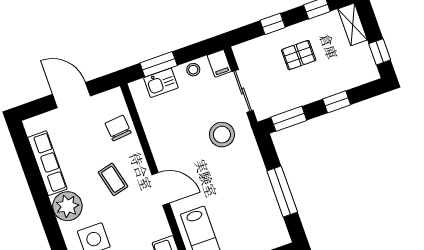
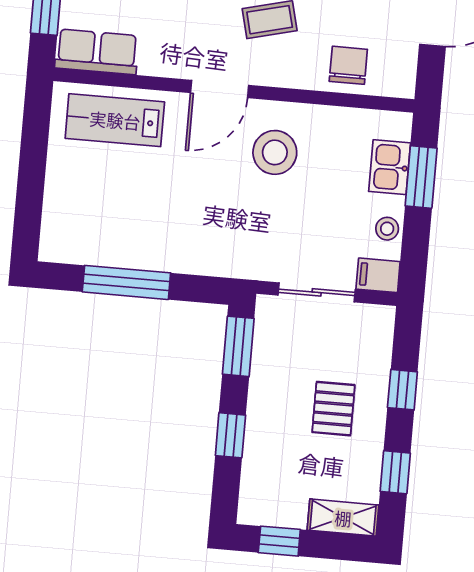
chair: (118, 128) -> (348, 65), turned -85
stool: (222, 135) -> (275, 152), moved

